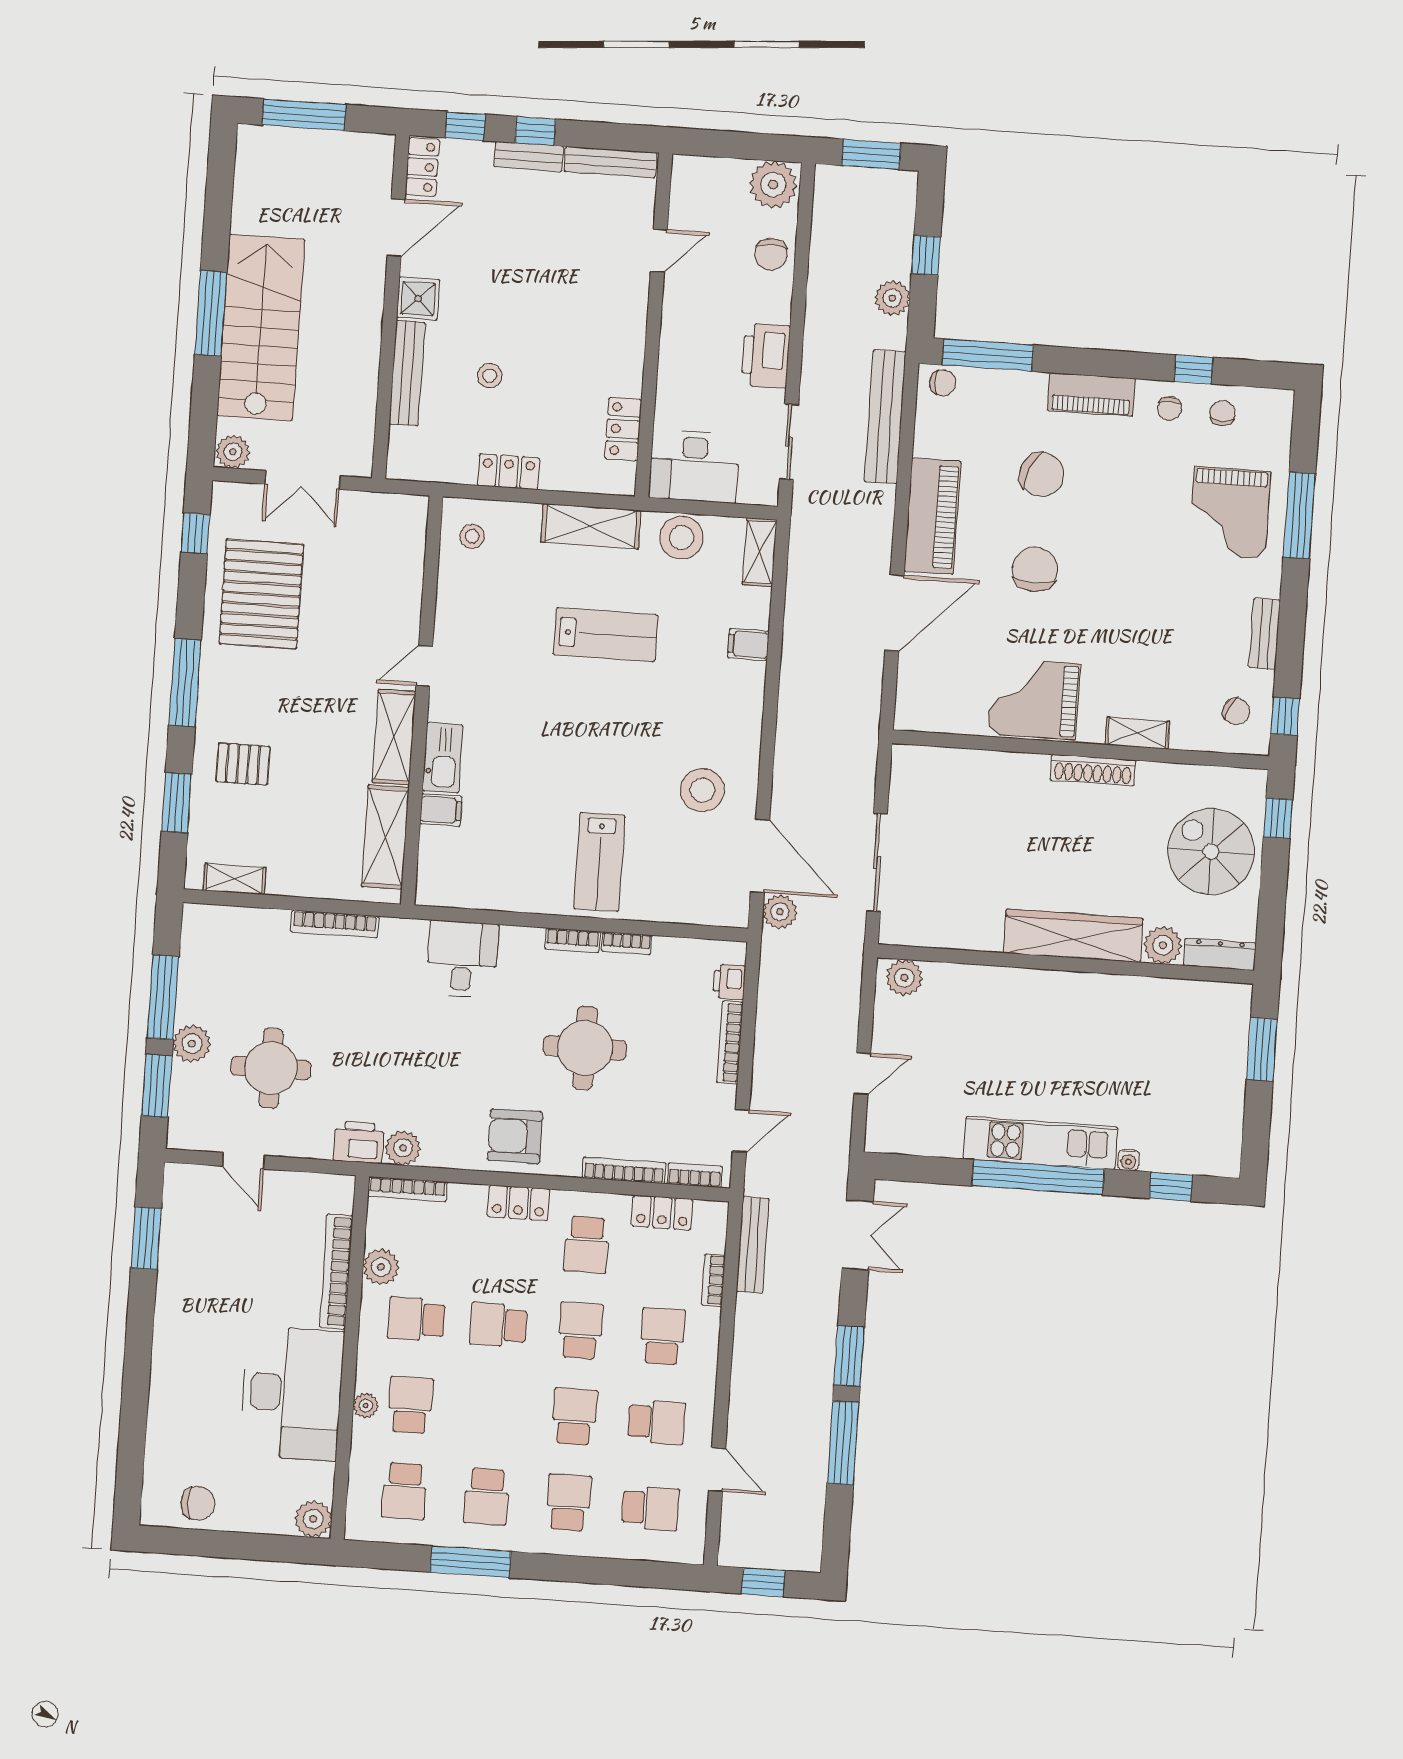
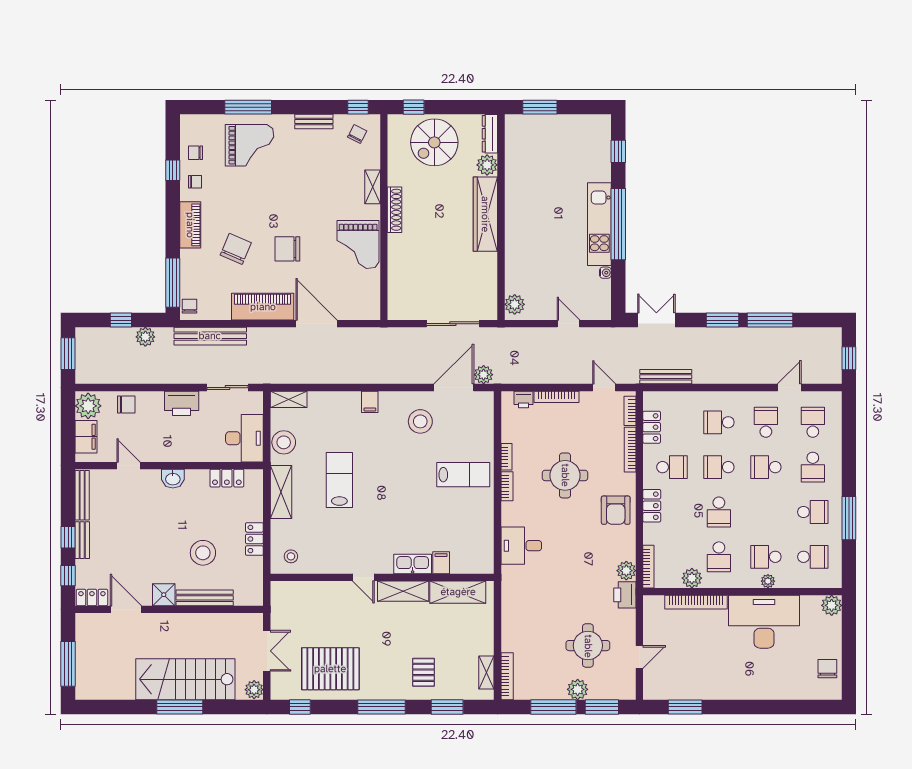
filing cabinet: (717, 177) -> (86, 437), added
washbasin: (629, 330) -> (173, 479), added
stool: (490, 376) -> (203, 553), width x1.89, depth x1.89
filing cabinet: (748, 644) -> (370, 402), moved
bookcase: (335, 924) -> (507, 676), moved
water cooler: (1129, 1160) -> (605, 273), moved
bookcase: (714, 1280) -> (686, 397), removed
school desk: (568, 1502) -> (813, 467), turned -90

